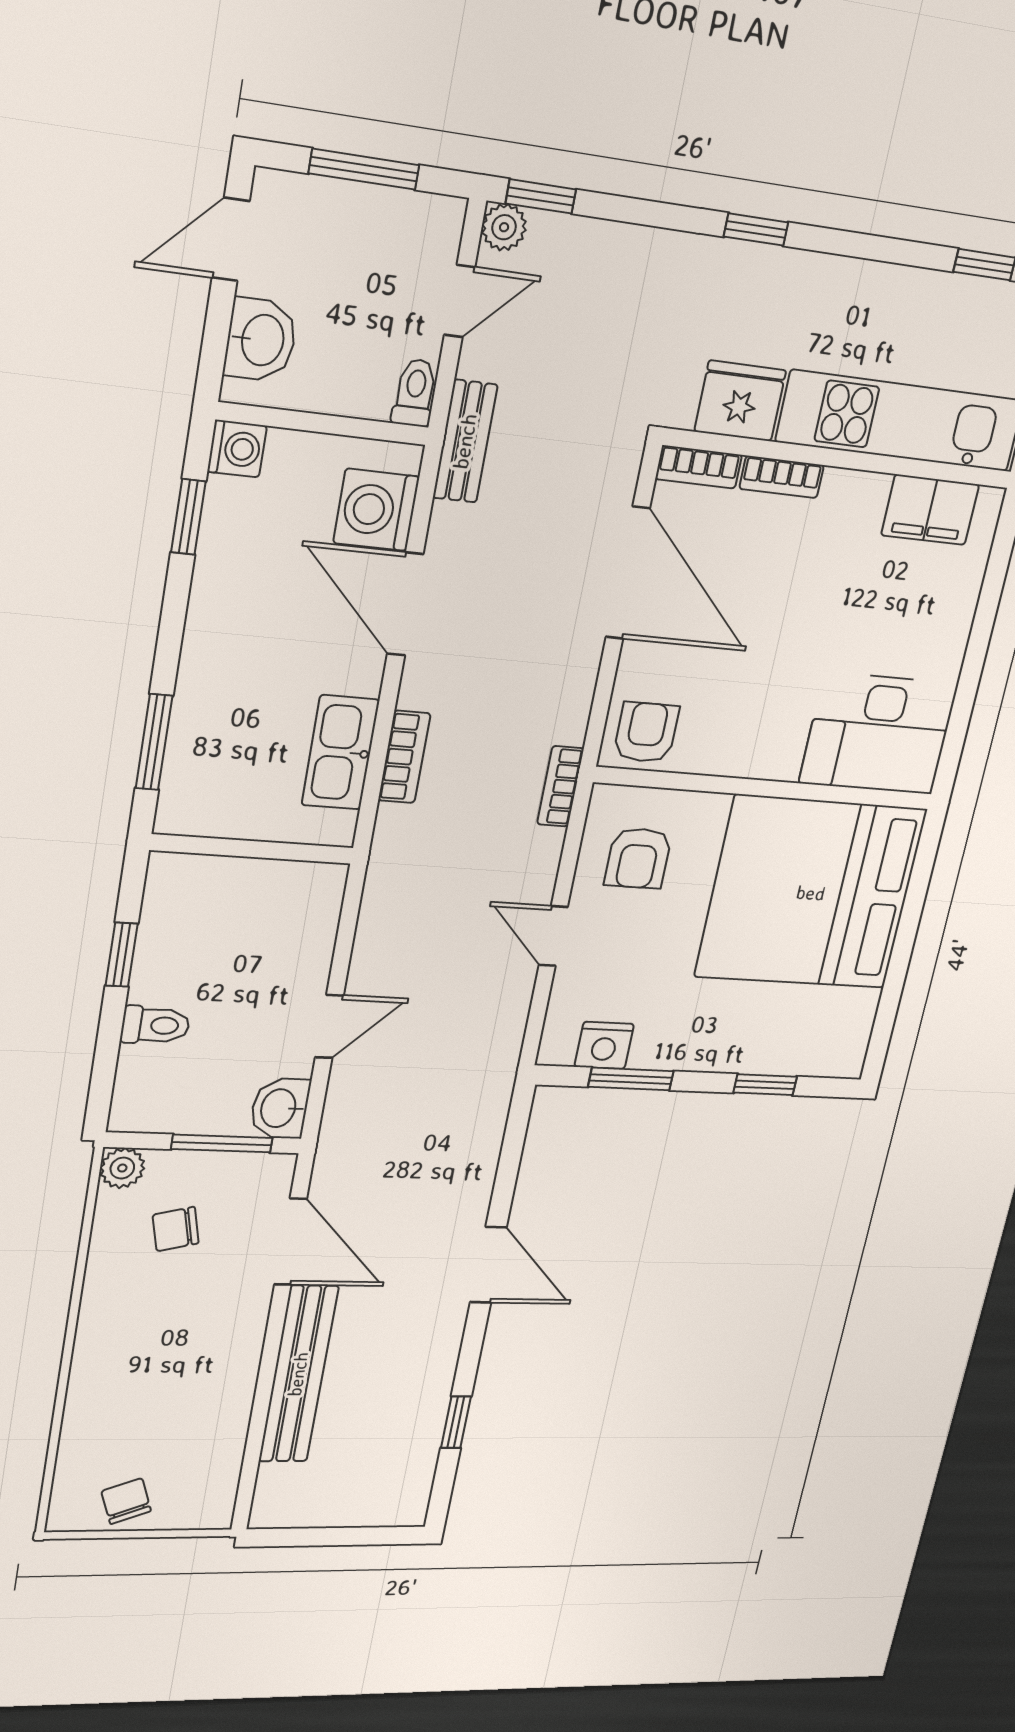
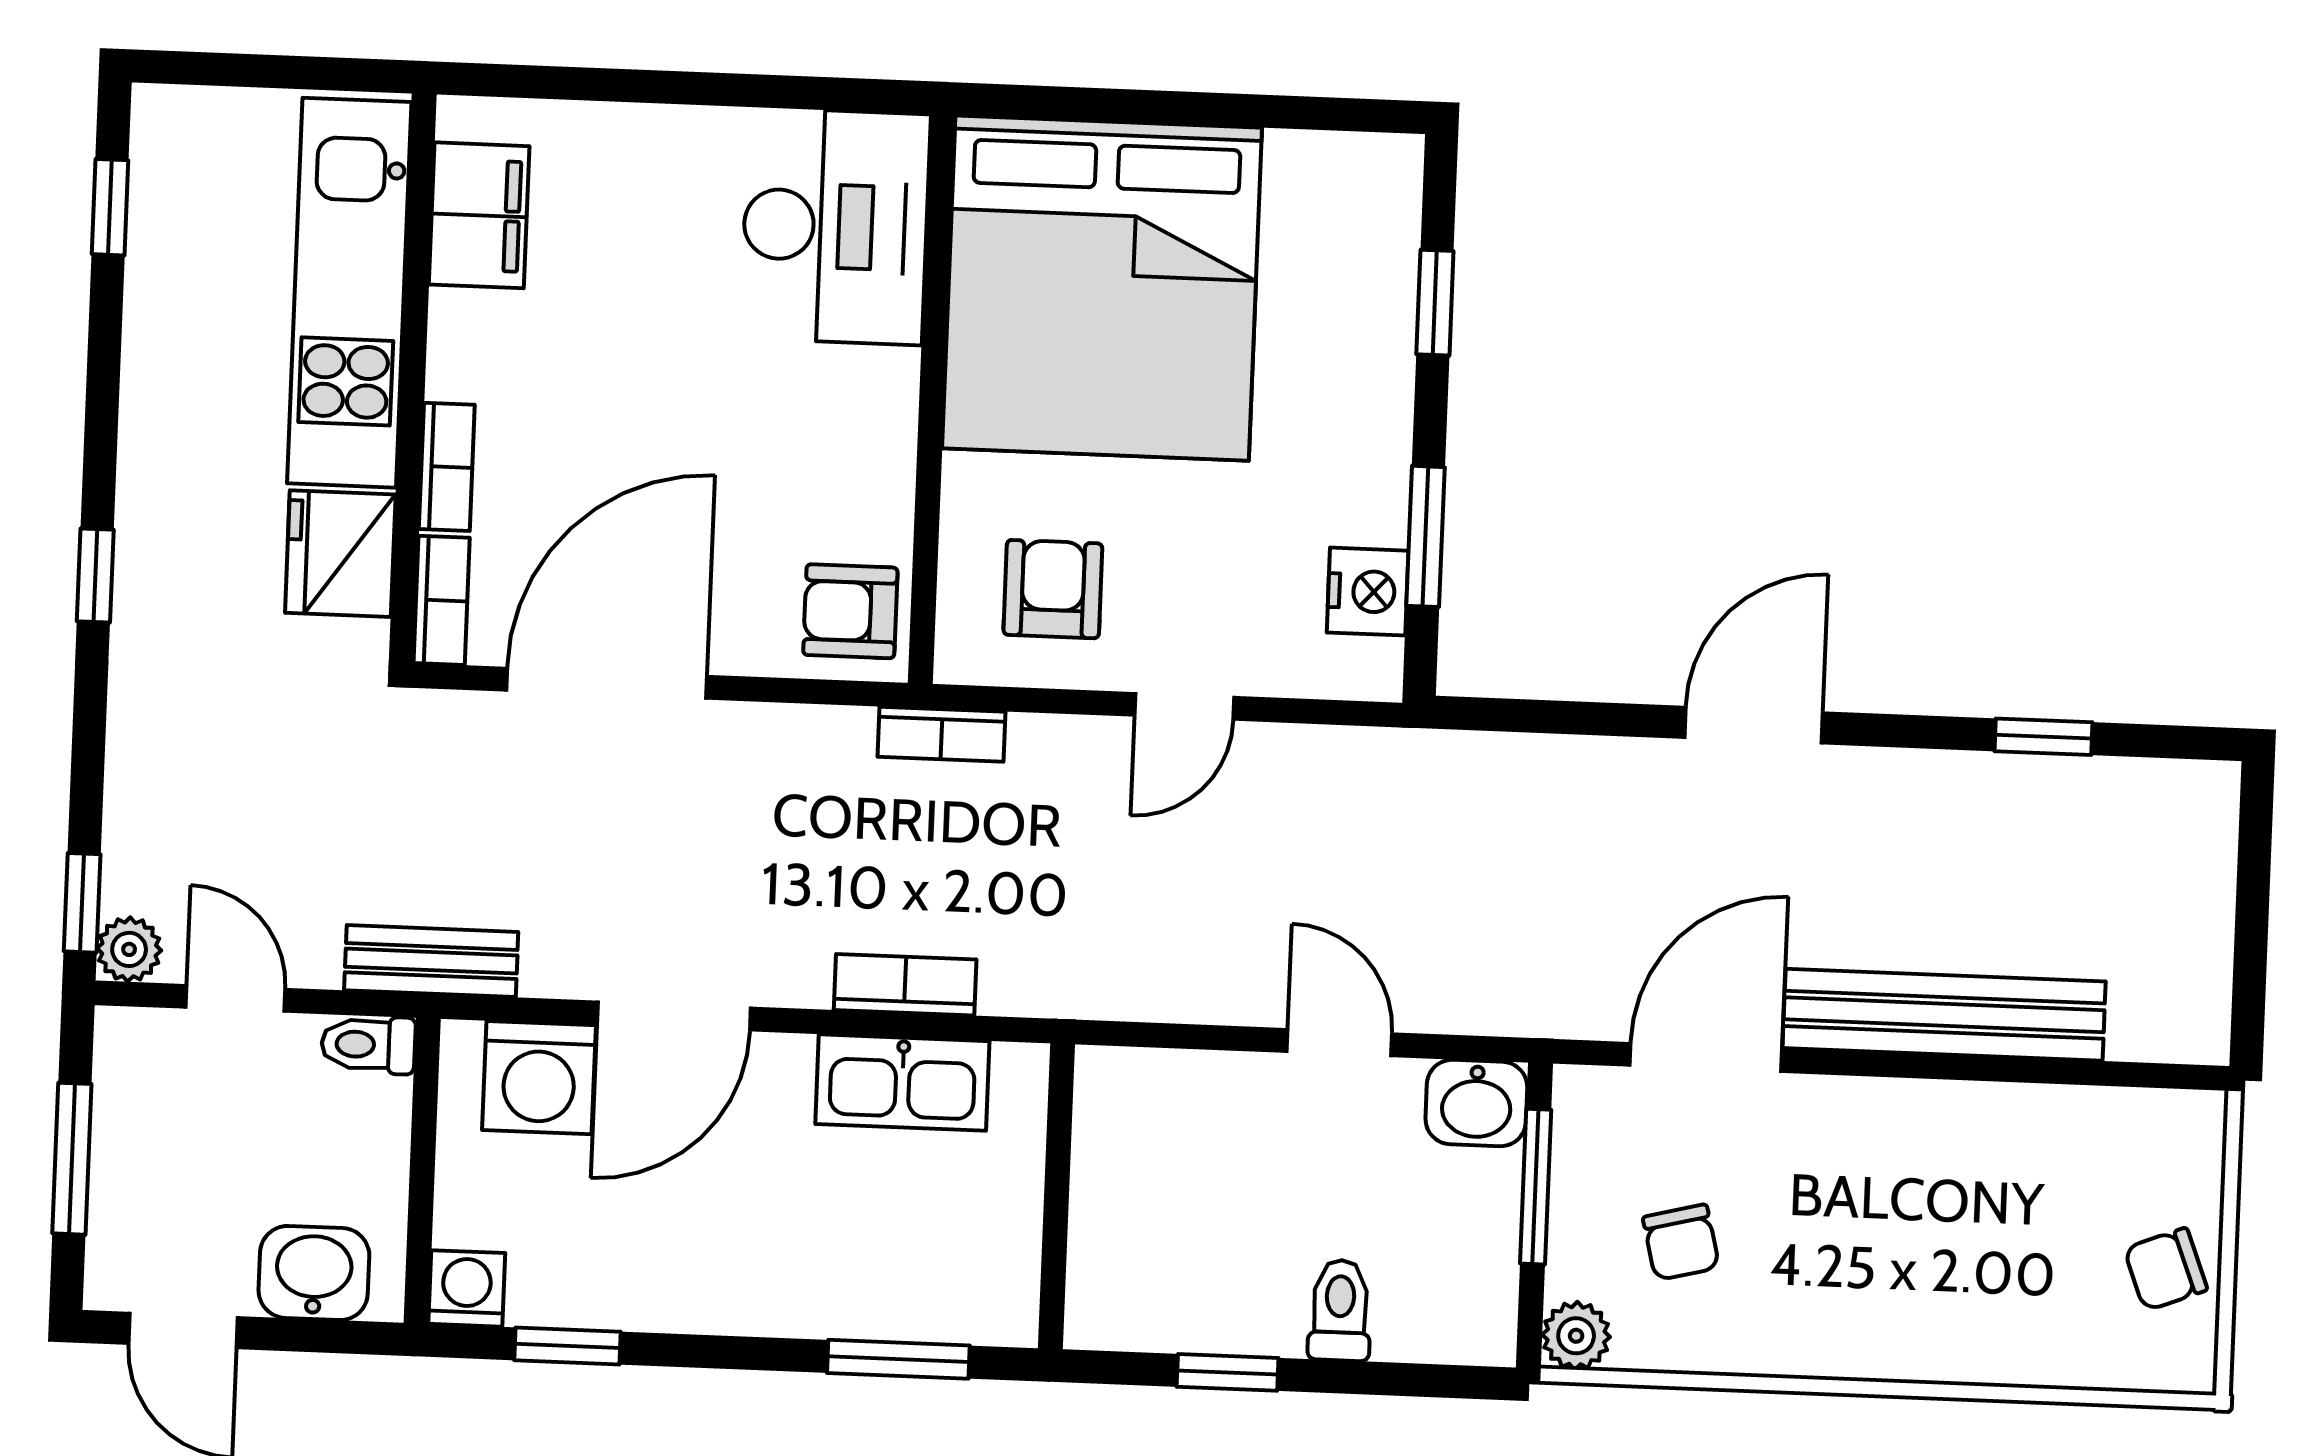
armchair: (638, 858) -> (1053, 589), turned -90

